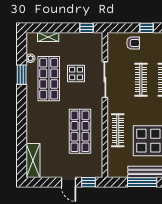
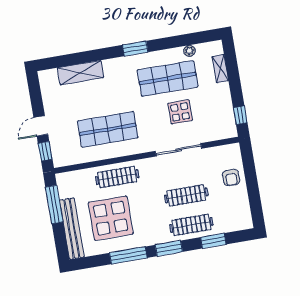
window: (146, 28) -> (253, 191), removed
window: (22, 75) -> (135, 49), moved
shelving: (33, 161) -> (80, 73), moved
window: (142, 182) -> (54, 204), moved

